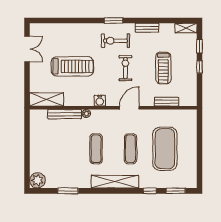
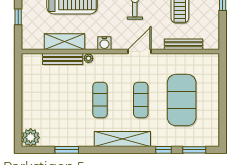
window: (27, 79) -> (18, 17), added
shelving: (47, 99) -> (65, 42), moved
bench: (166, 102) -> (183, 44), width x1.36

